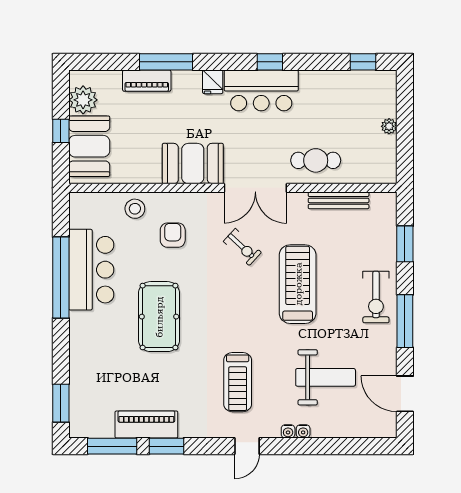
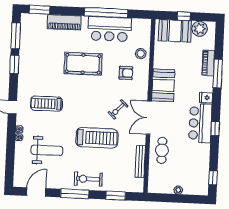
weight bench: (326, 377) -> (47, 150), turned -90
piano: (146, 424) -> (64, 22), moved, turned 90

